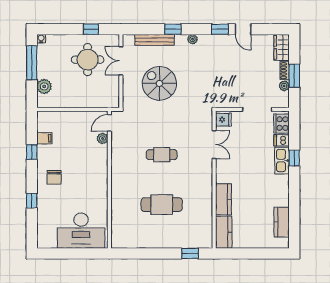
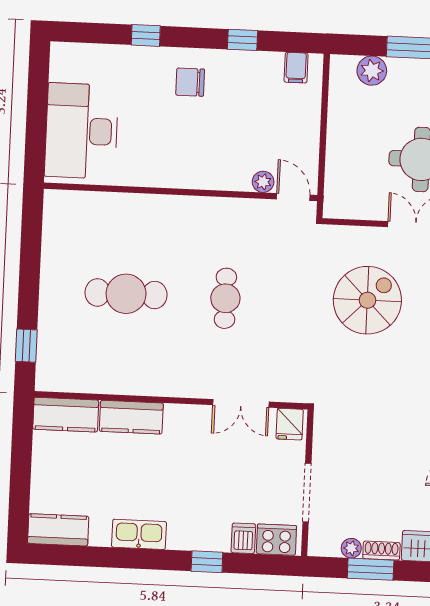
filing cabinet: (44, 138) -> (296, 68), moved
kitchen sink: (282, 161) -> (139, 534), moved
cafe table: (162, 205) -> (126, 294), turned 90
kitchen counter: (282, 222) -> (58, 530), moved

